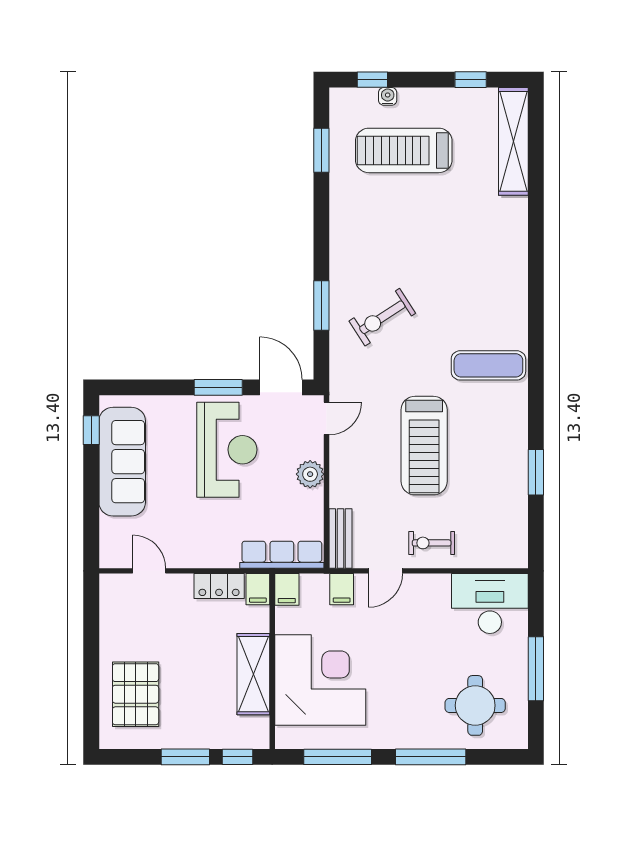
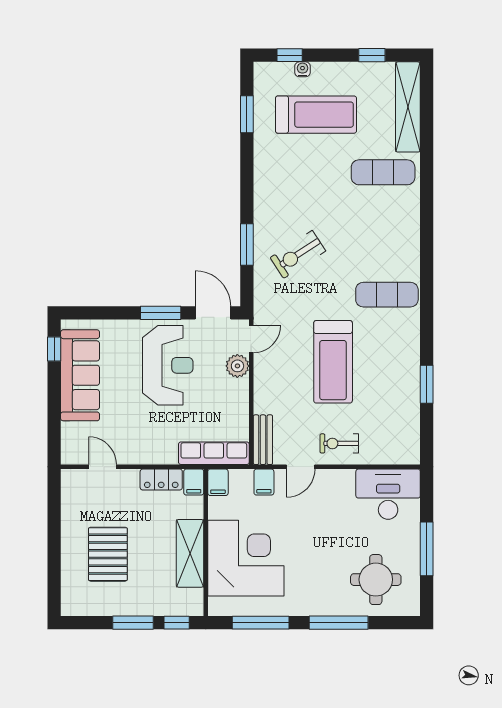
treadmill: (404, 150) -> (316, 115), turned 180
exercise mat: (484, 219) -> (383, 172), added
plant: (310, 474) -> (237, 366), moved
pallet: (136, 694) -> (108, 554), moved

